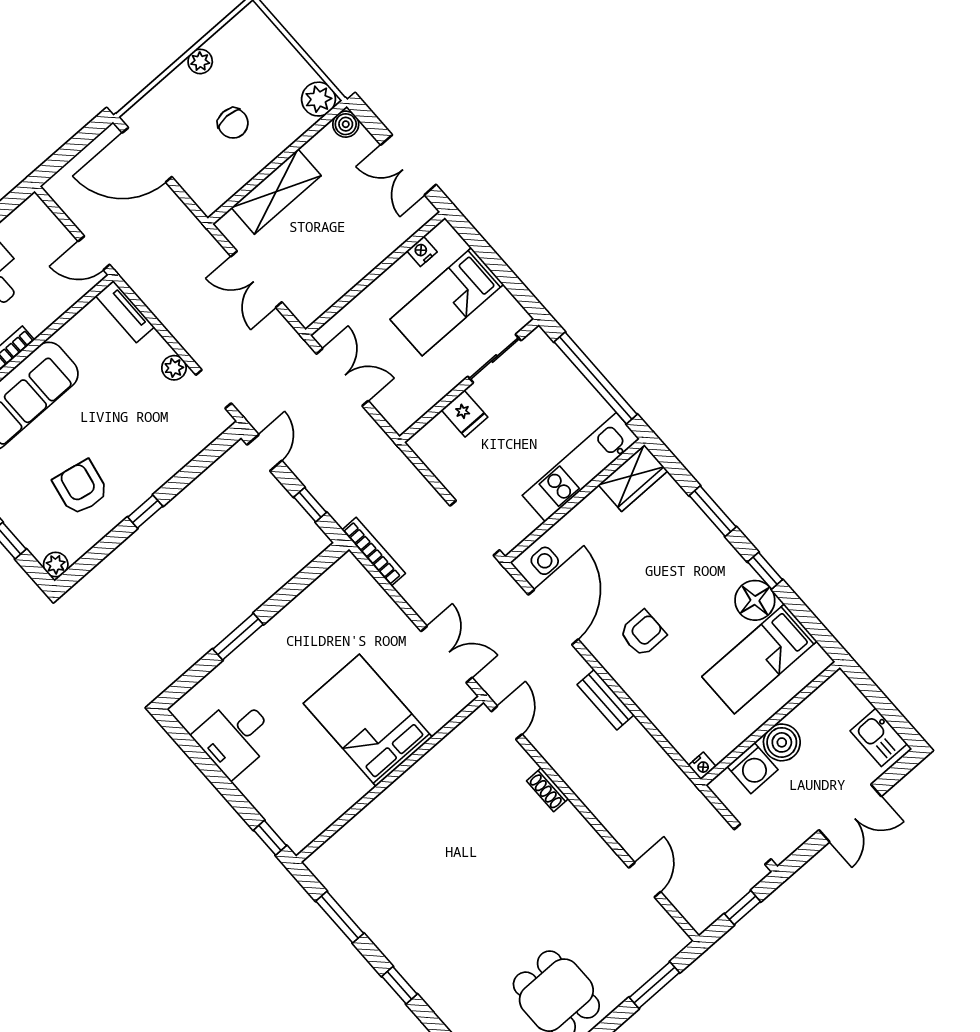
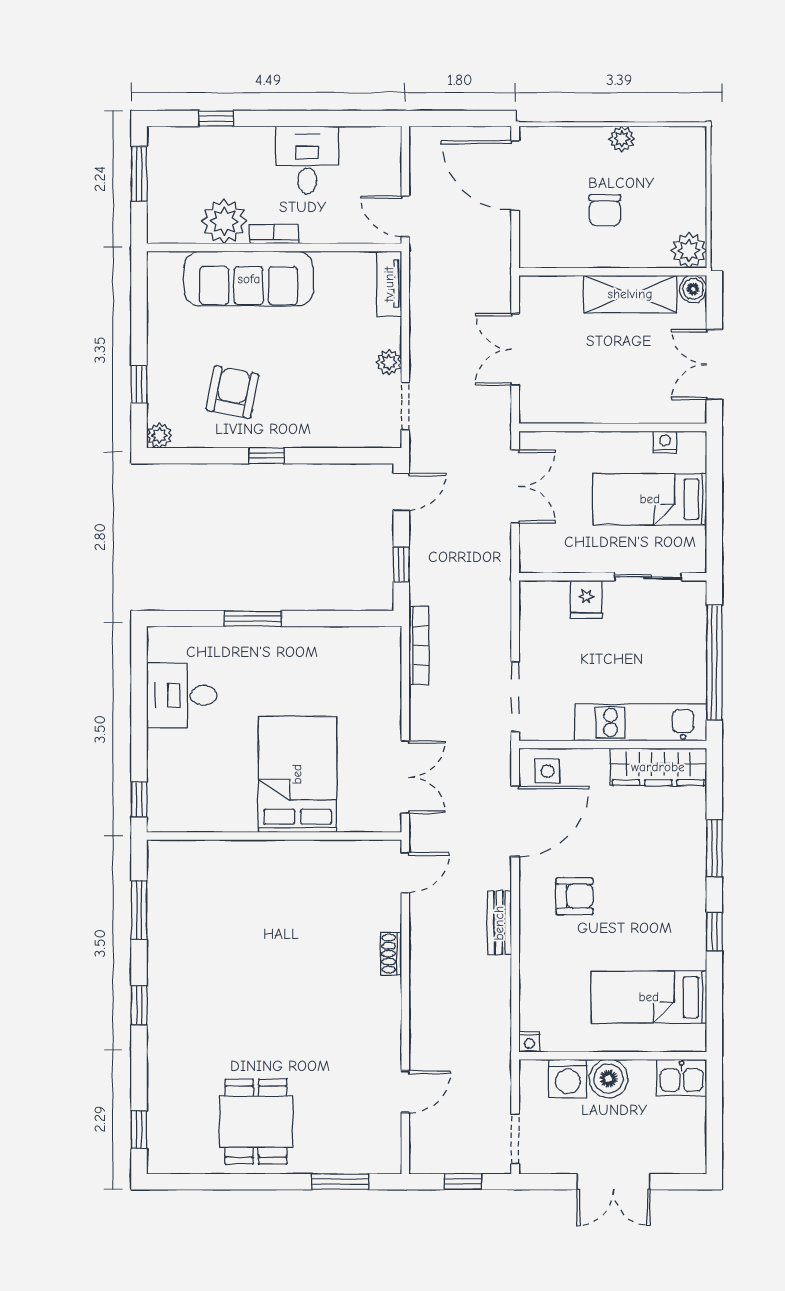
shelving: (276, 192) -> (630, 294), moved
wardrobe: (633, 478) -> (658, 767), width x1.50
floor lamp: (755, 600) -> (686, 948), removed
kitchen sink: (879, 737) -> (682, 1077), moved, turned -90

